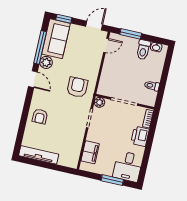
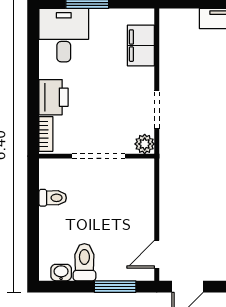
armchair: (77, 87) -> (193, 163), removed

